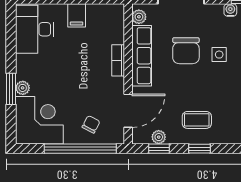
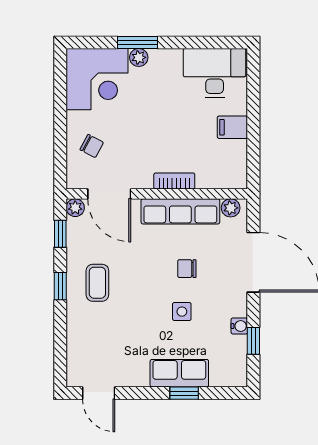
chair: (186, 51) -> (187, 269), width x0.54, depth x0.54
plant: (159, 137) -> (75, 208), moved
window: (80, 149) -> (60, 132), removed

